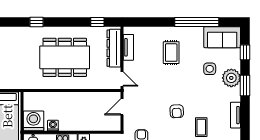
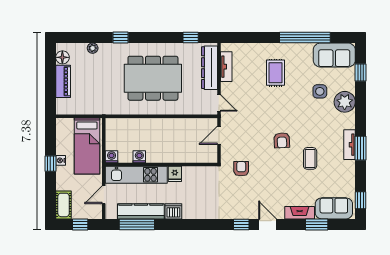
plant: (12, 31) -> (93, 48), added
window: (245, 86) -> (361, 148), moved
washing machine: (33, 121) -> (112, 157), width x0.53, depth x0.53

